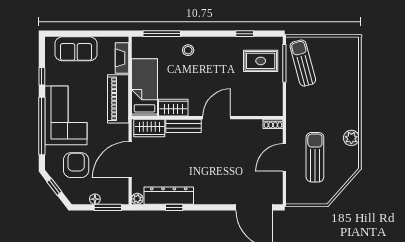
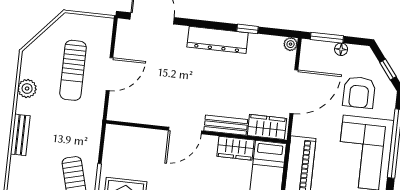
bench: (353, 99) -> (20, 135), added
shoe rack: (273, 124) -> (119, 116), removed
dresser: (169, 196) -> (218, 40), moved

